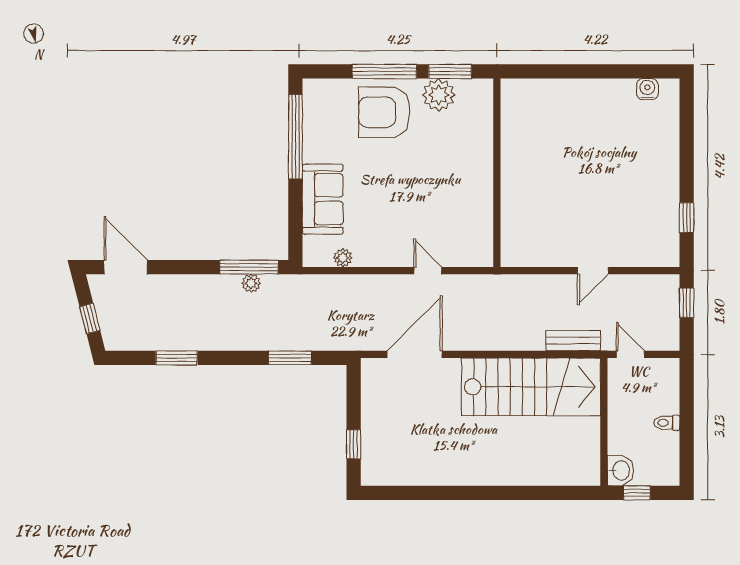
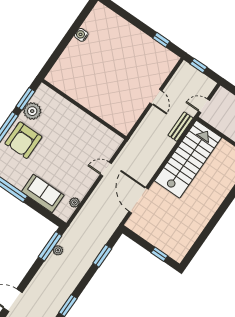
water cooler: (647, 89) -> (81, 35), moved

